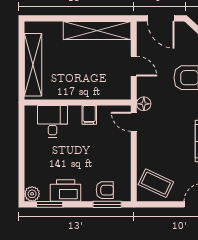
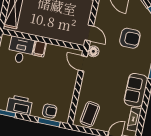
door: (134, 66) -> (89, 33), moved
filing cabinet: (89, 115) -> (40, 49), moved
coffee table: (156, 183) -> (90, 114), turned 74

